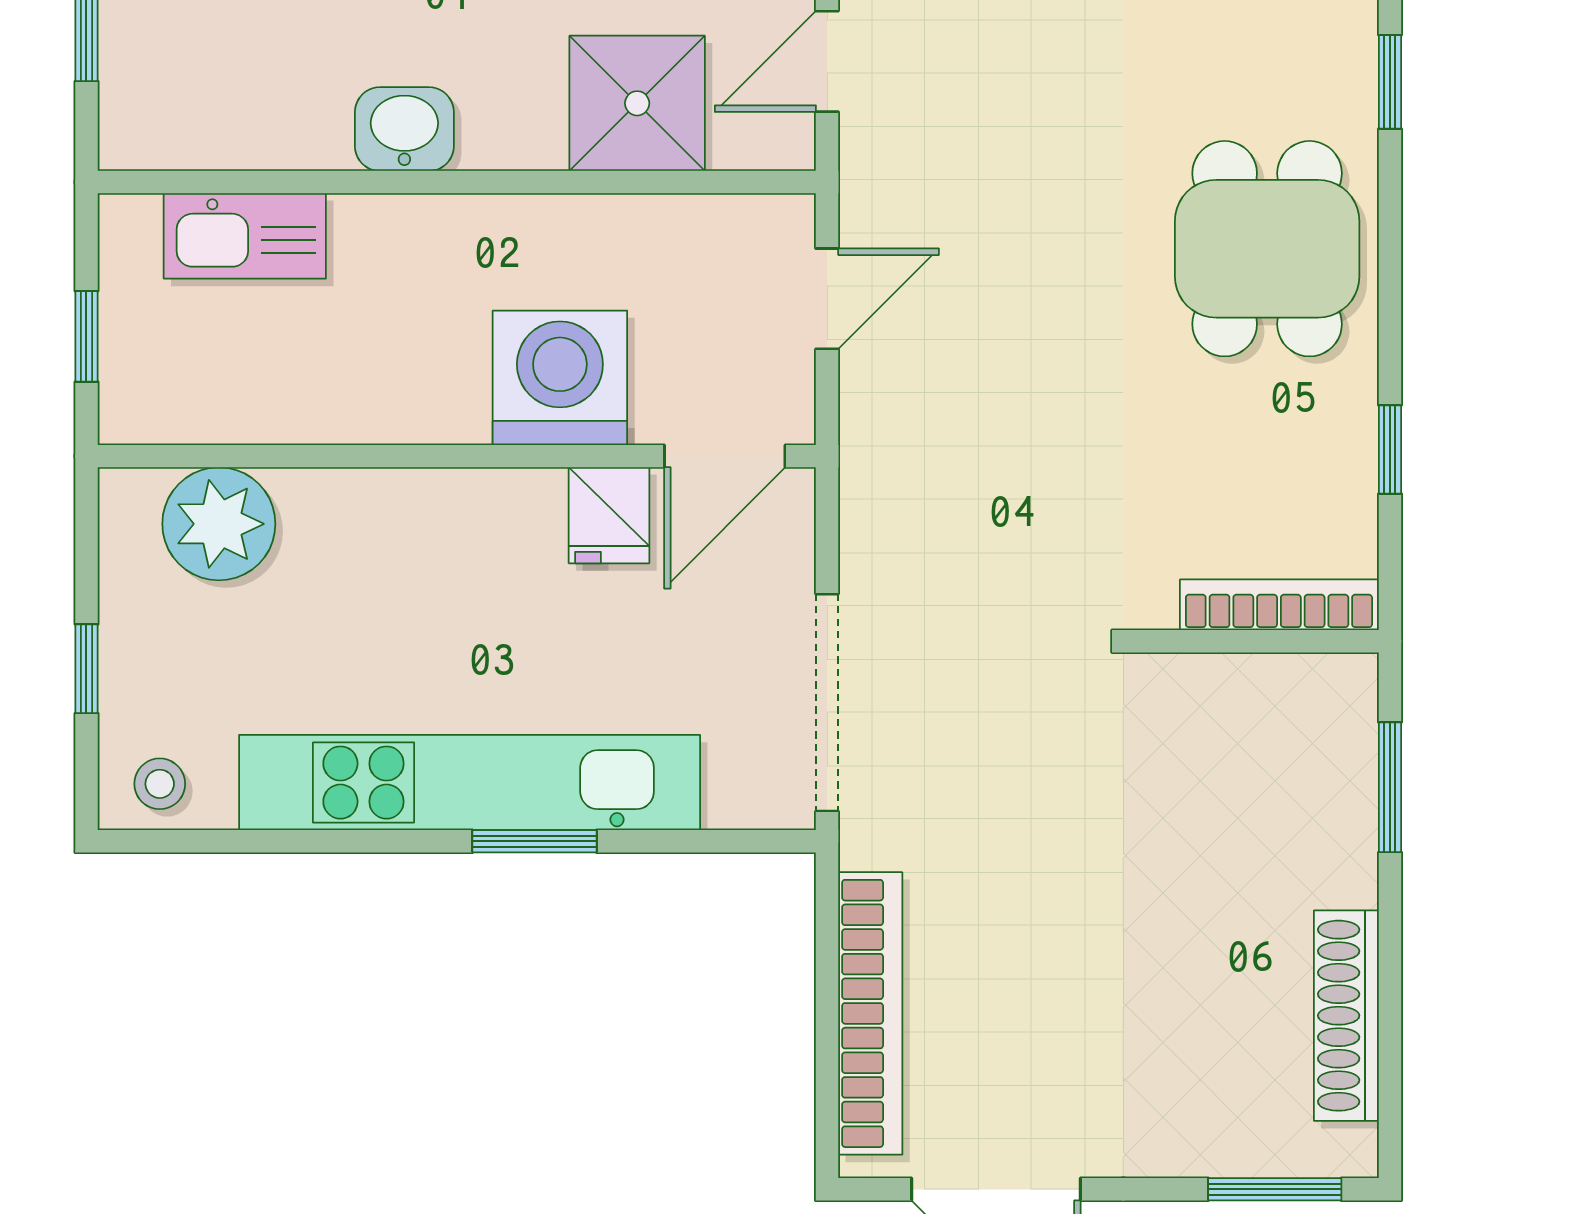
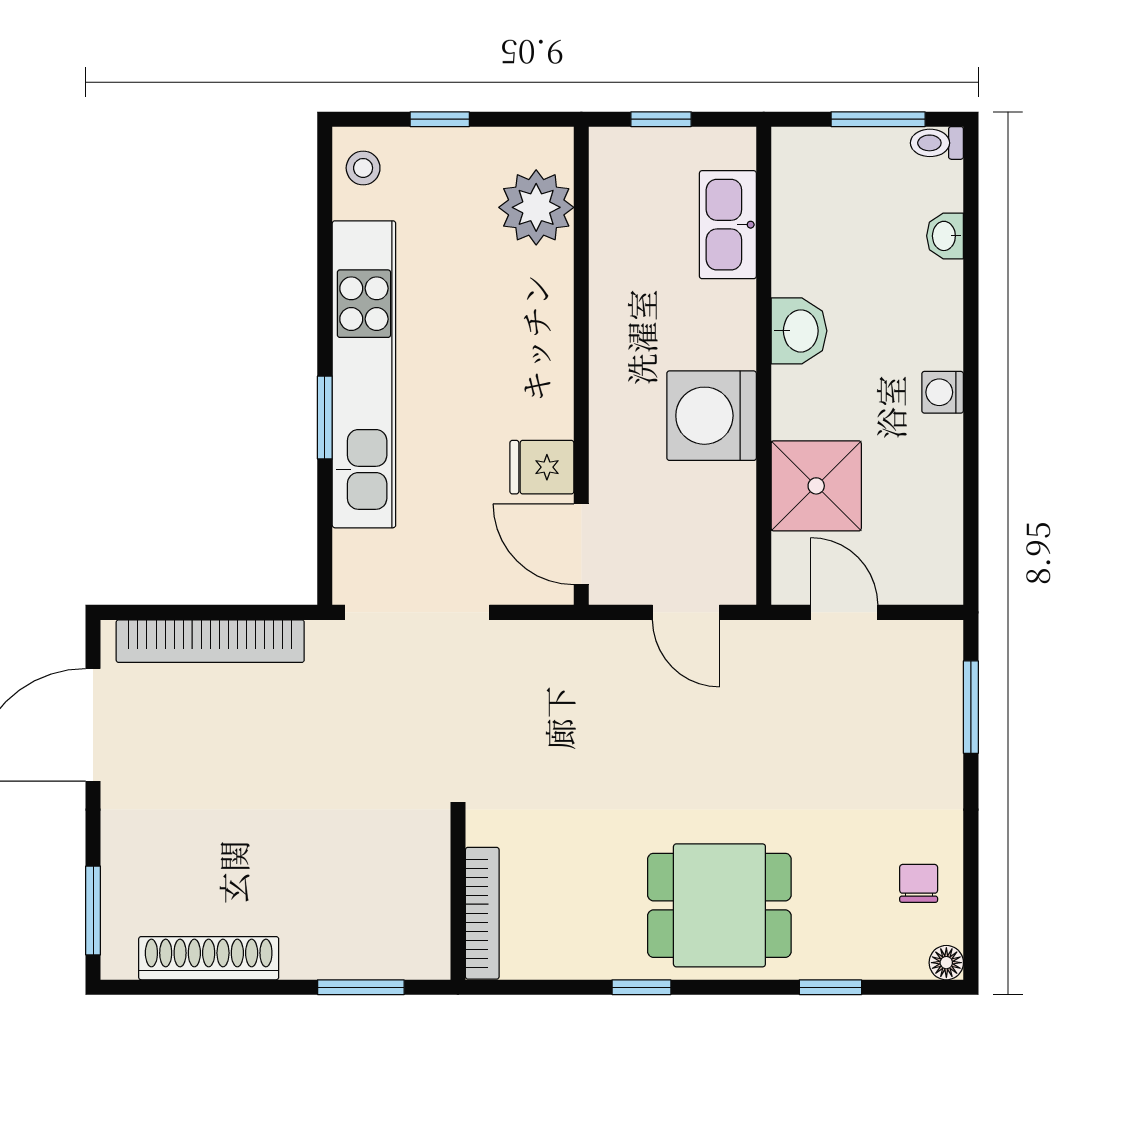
washing machine: (560, 378) -> (712, 416), moved, turned 180
window: (1390, 449) -> (641, 987), moved

